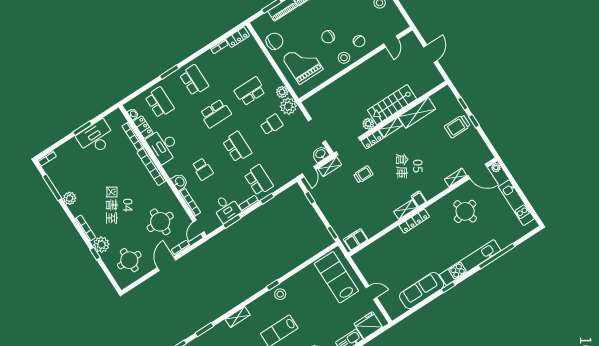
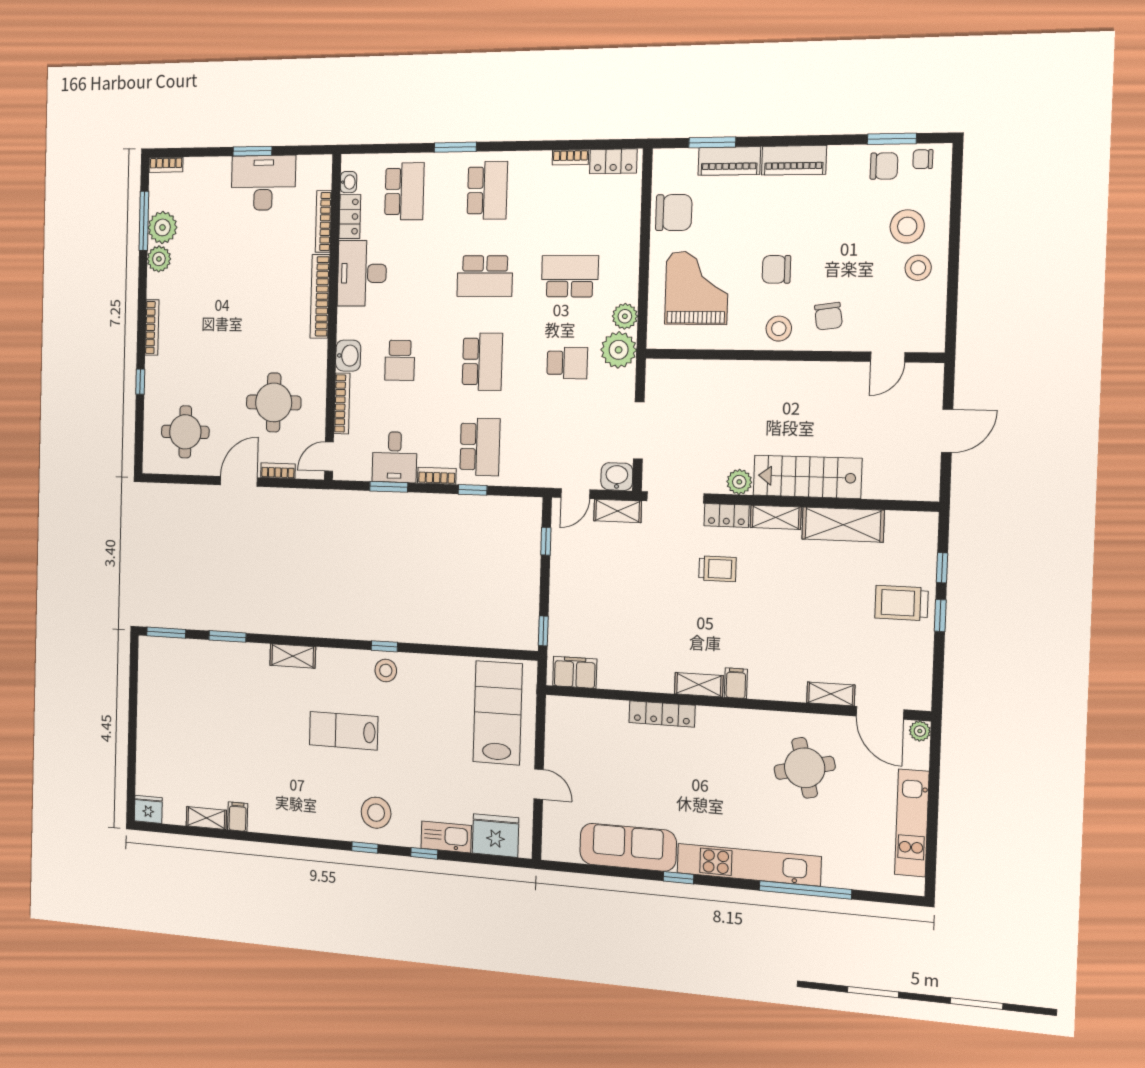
trolley: (363, 174) -> (717, 569), moved
locker: (414, 221) -> (662, 714), moved
plant: (101, 245) -> (162, 227), moved

